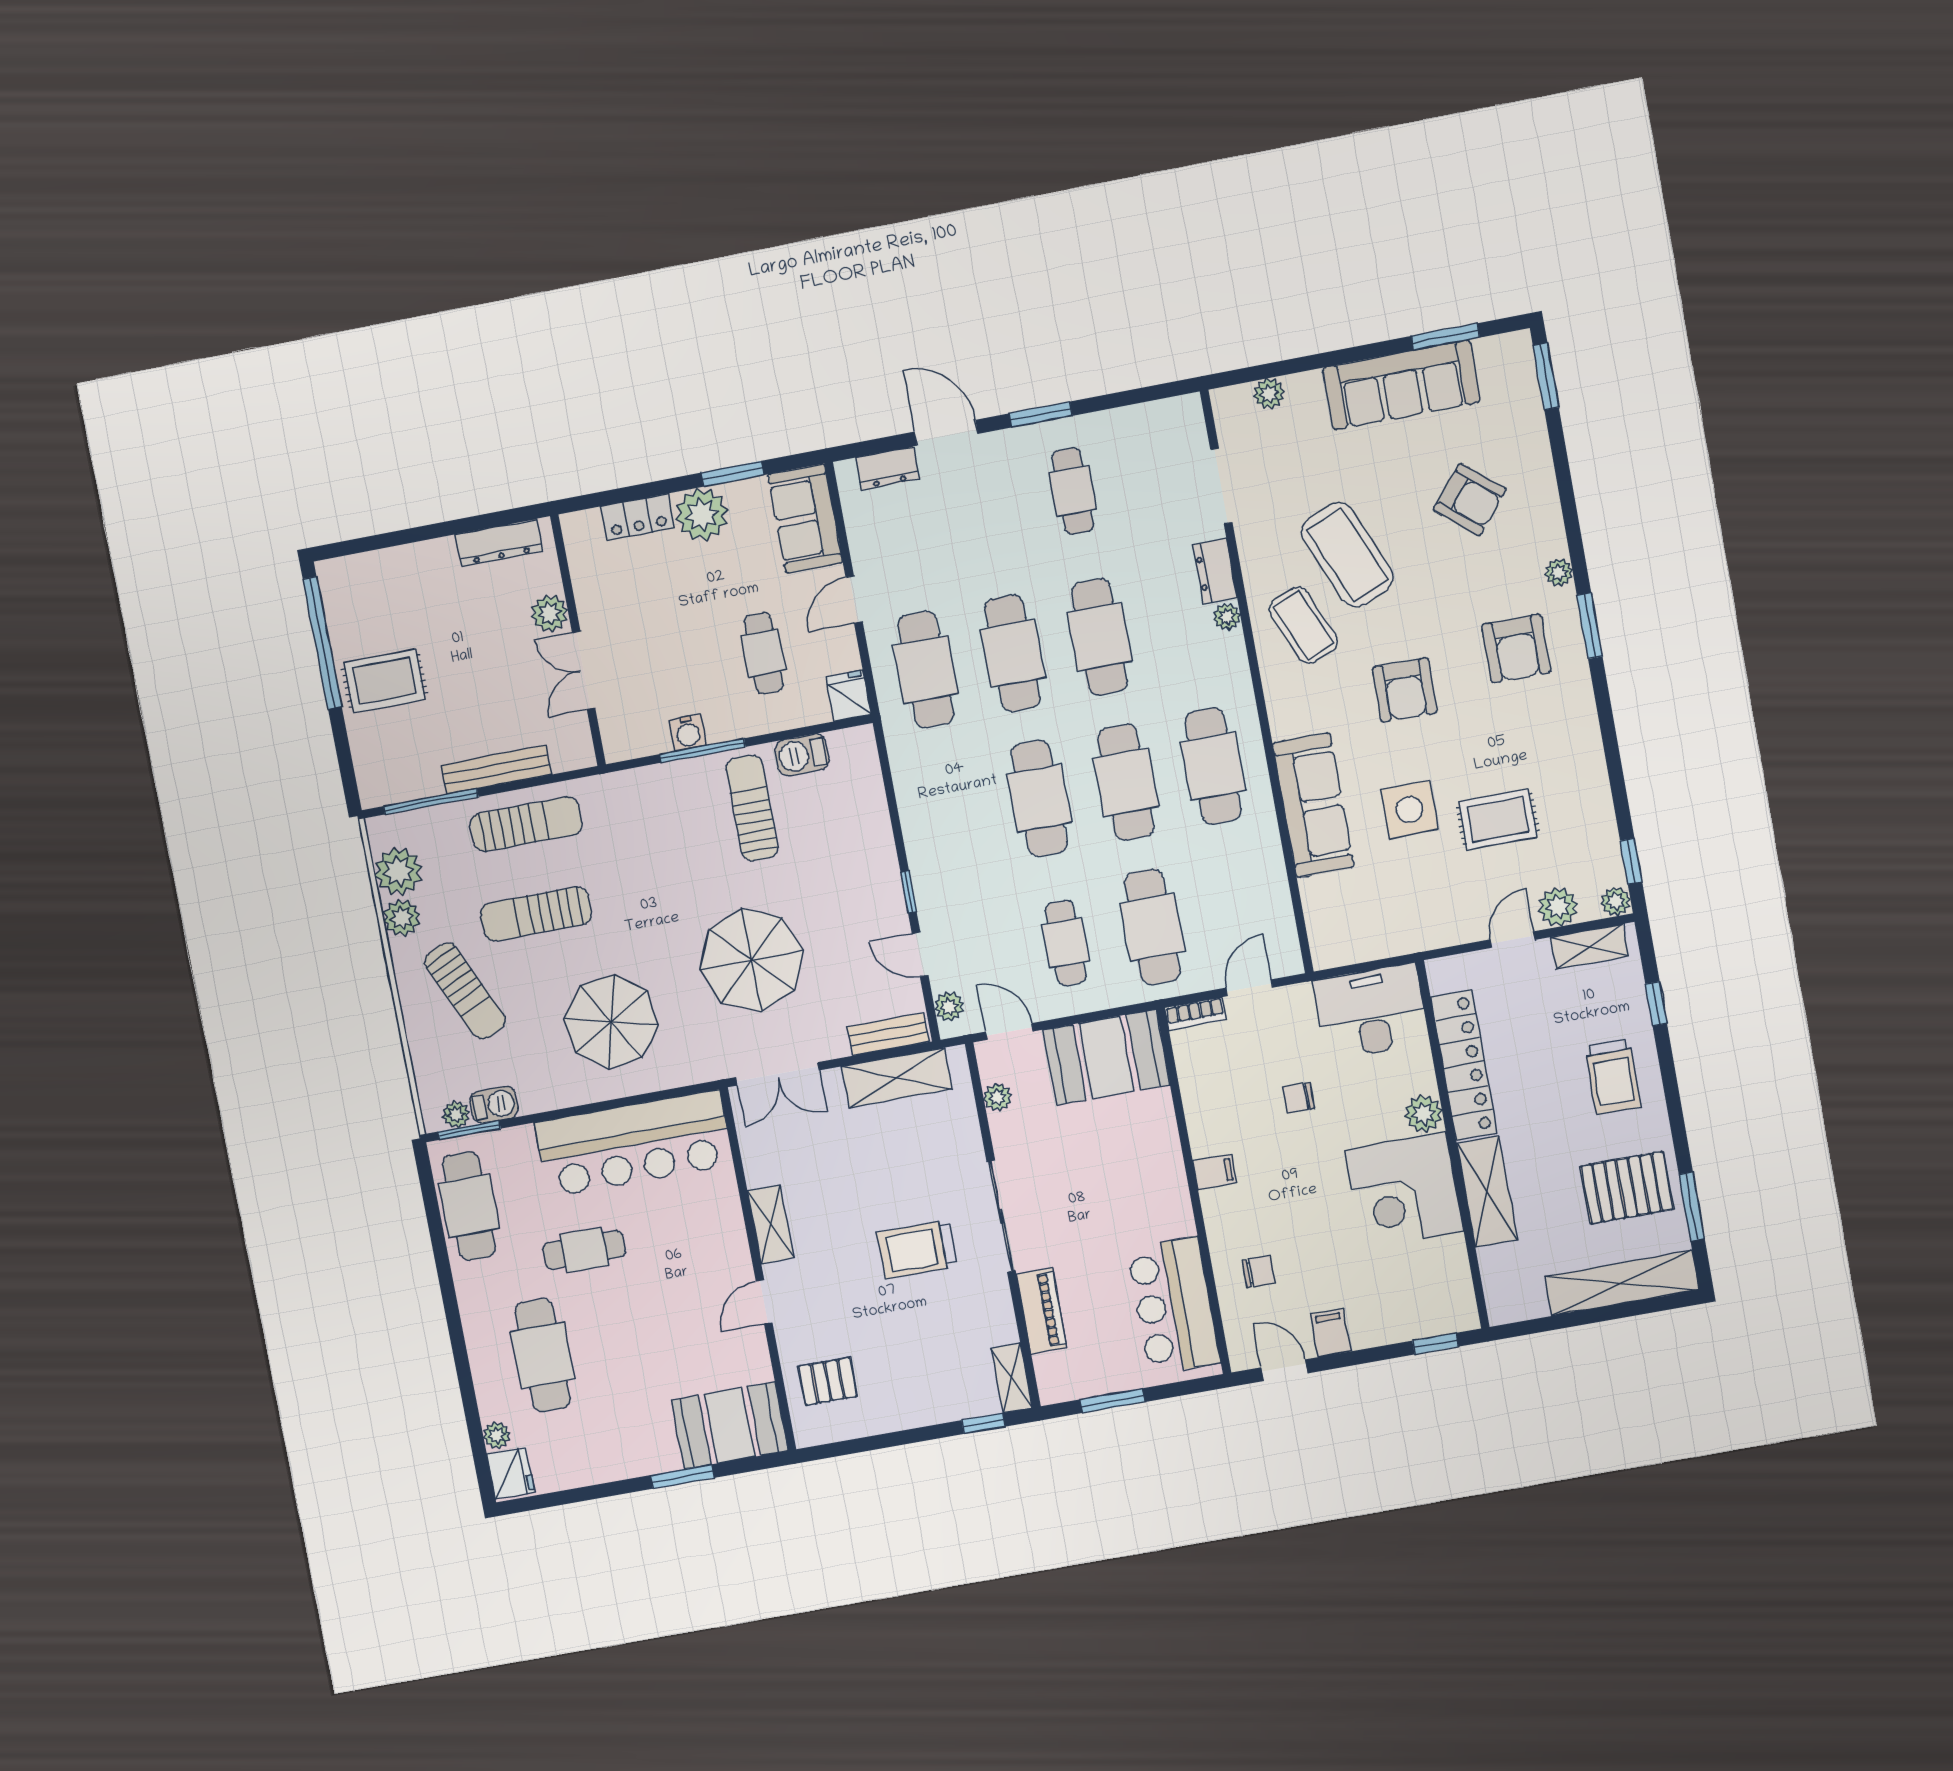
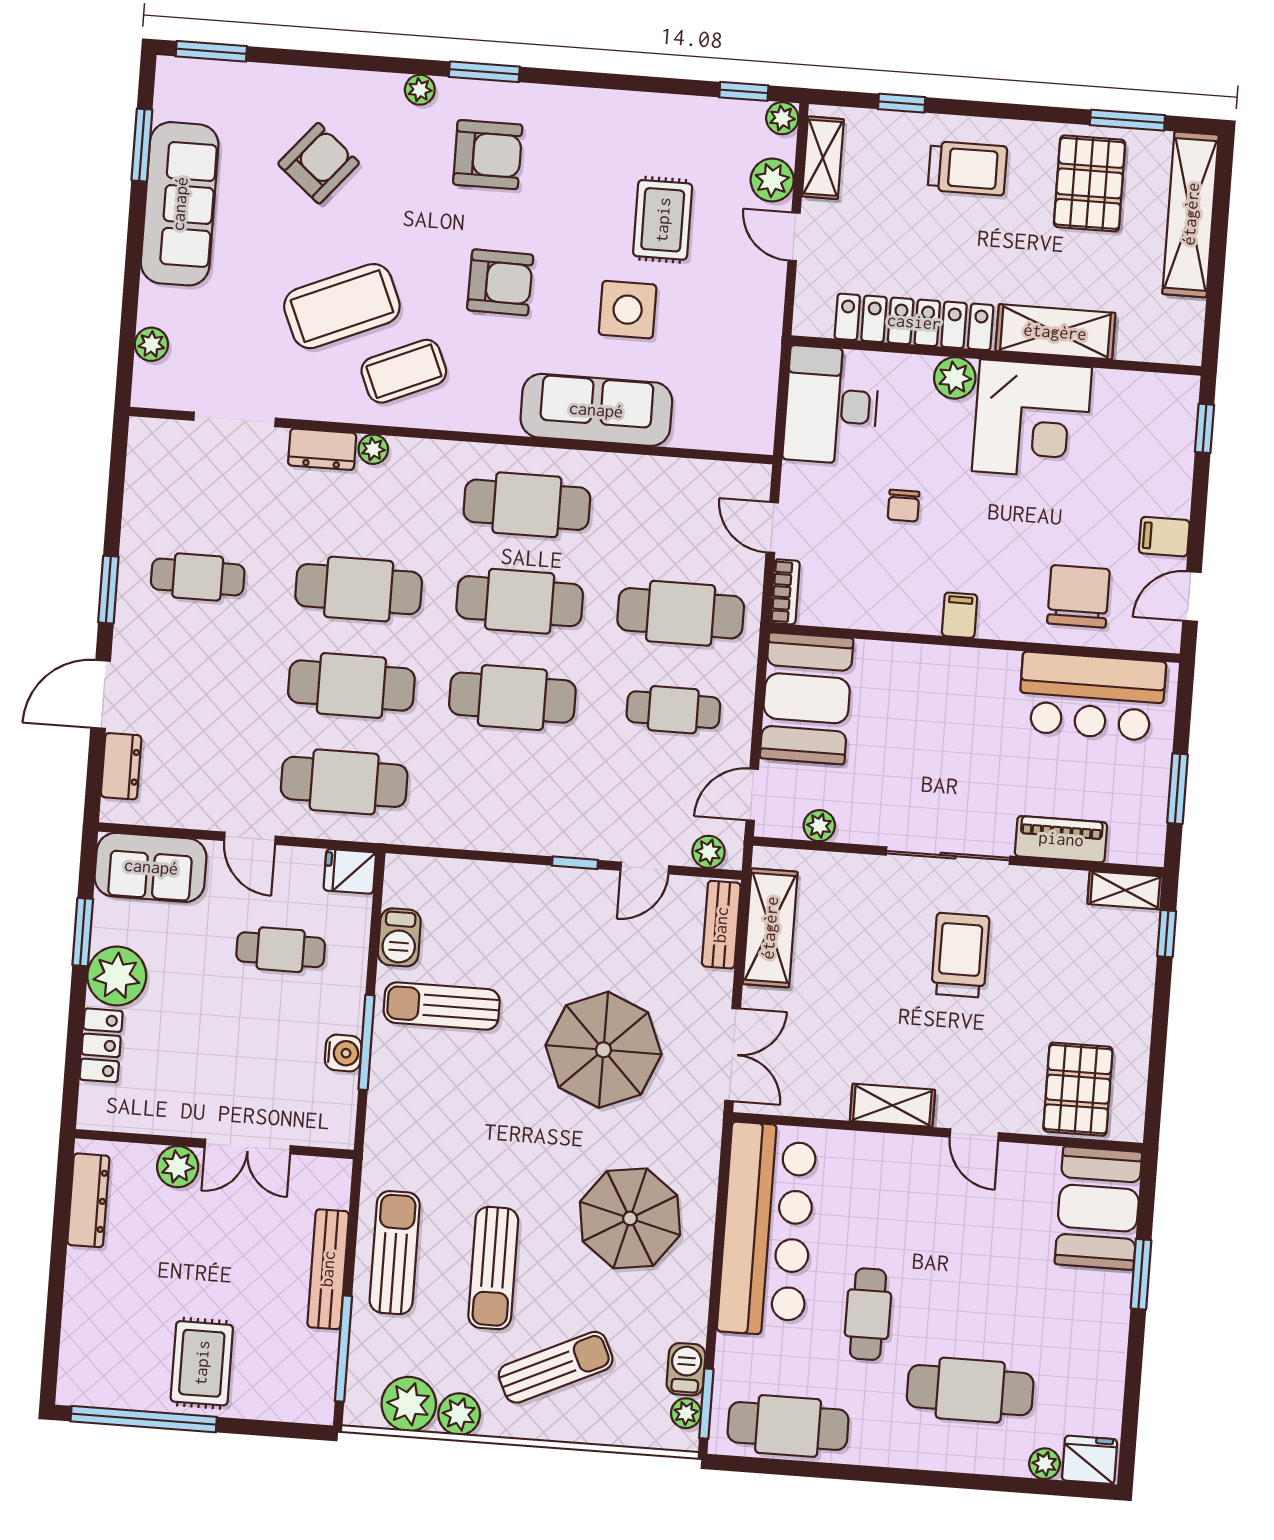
trolley: (917, 1249) -> (960, 955), turned 180
chair: (1259, 1271) -> (1078, 596), width x1.87, depth x1.87
pallet: (828, 1381) -> (1078, 1089), width x1.50, depth x1.42

